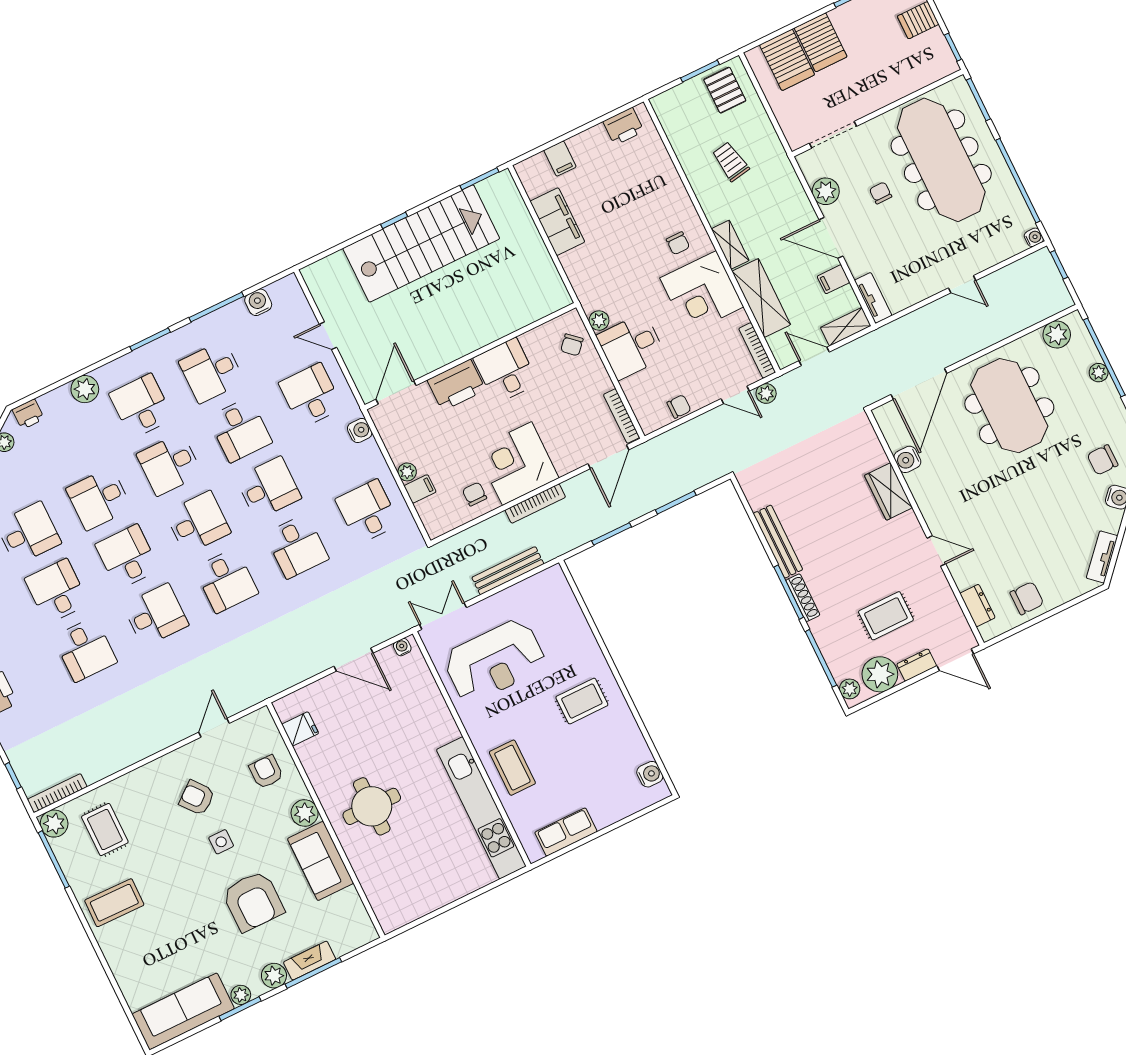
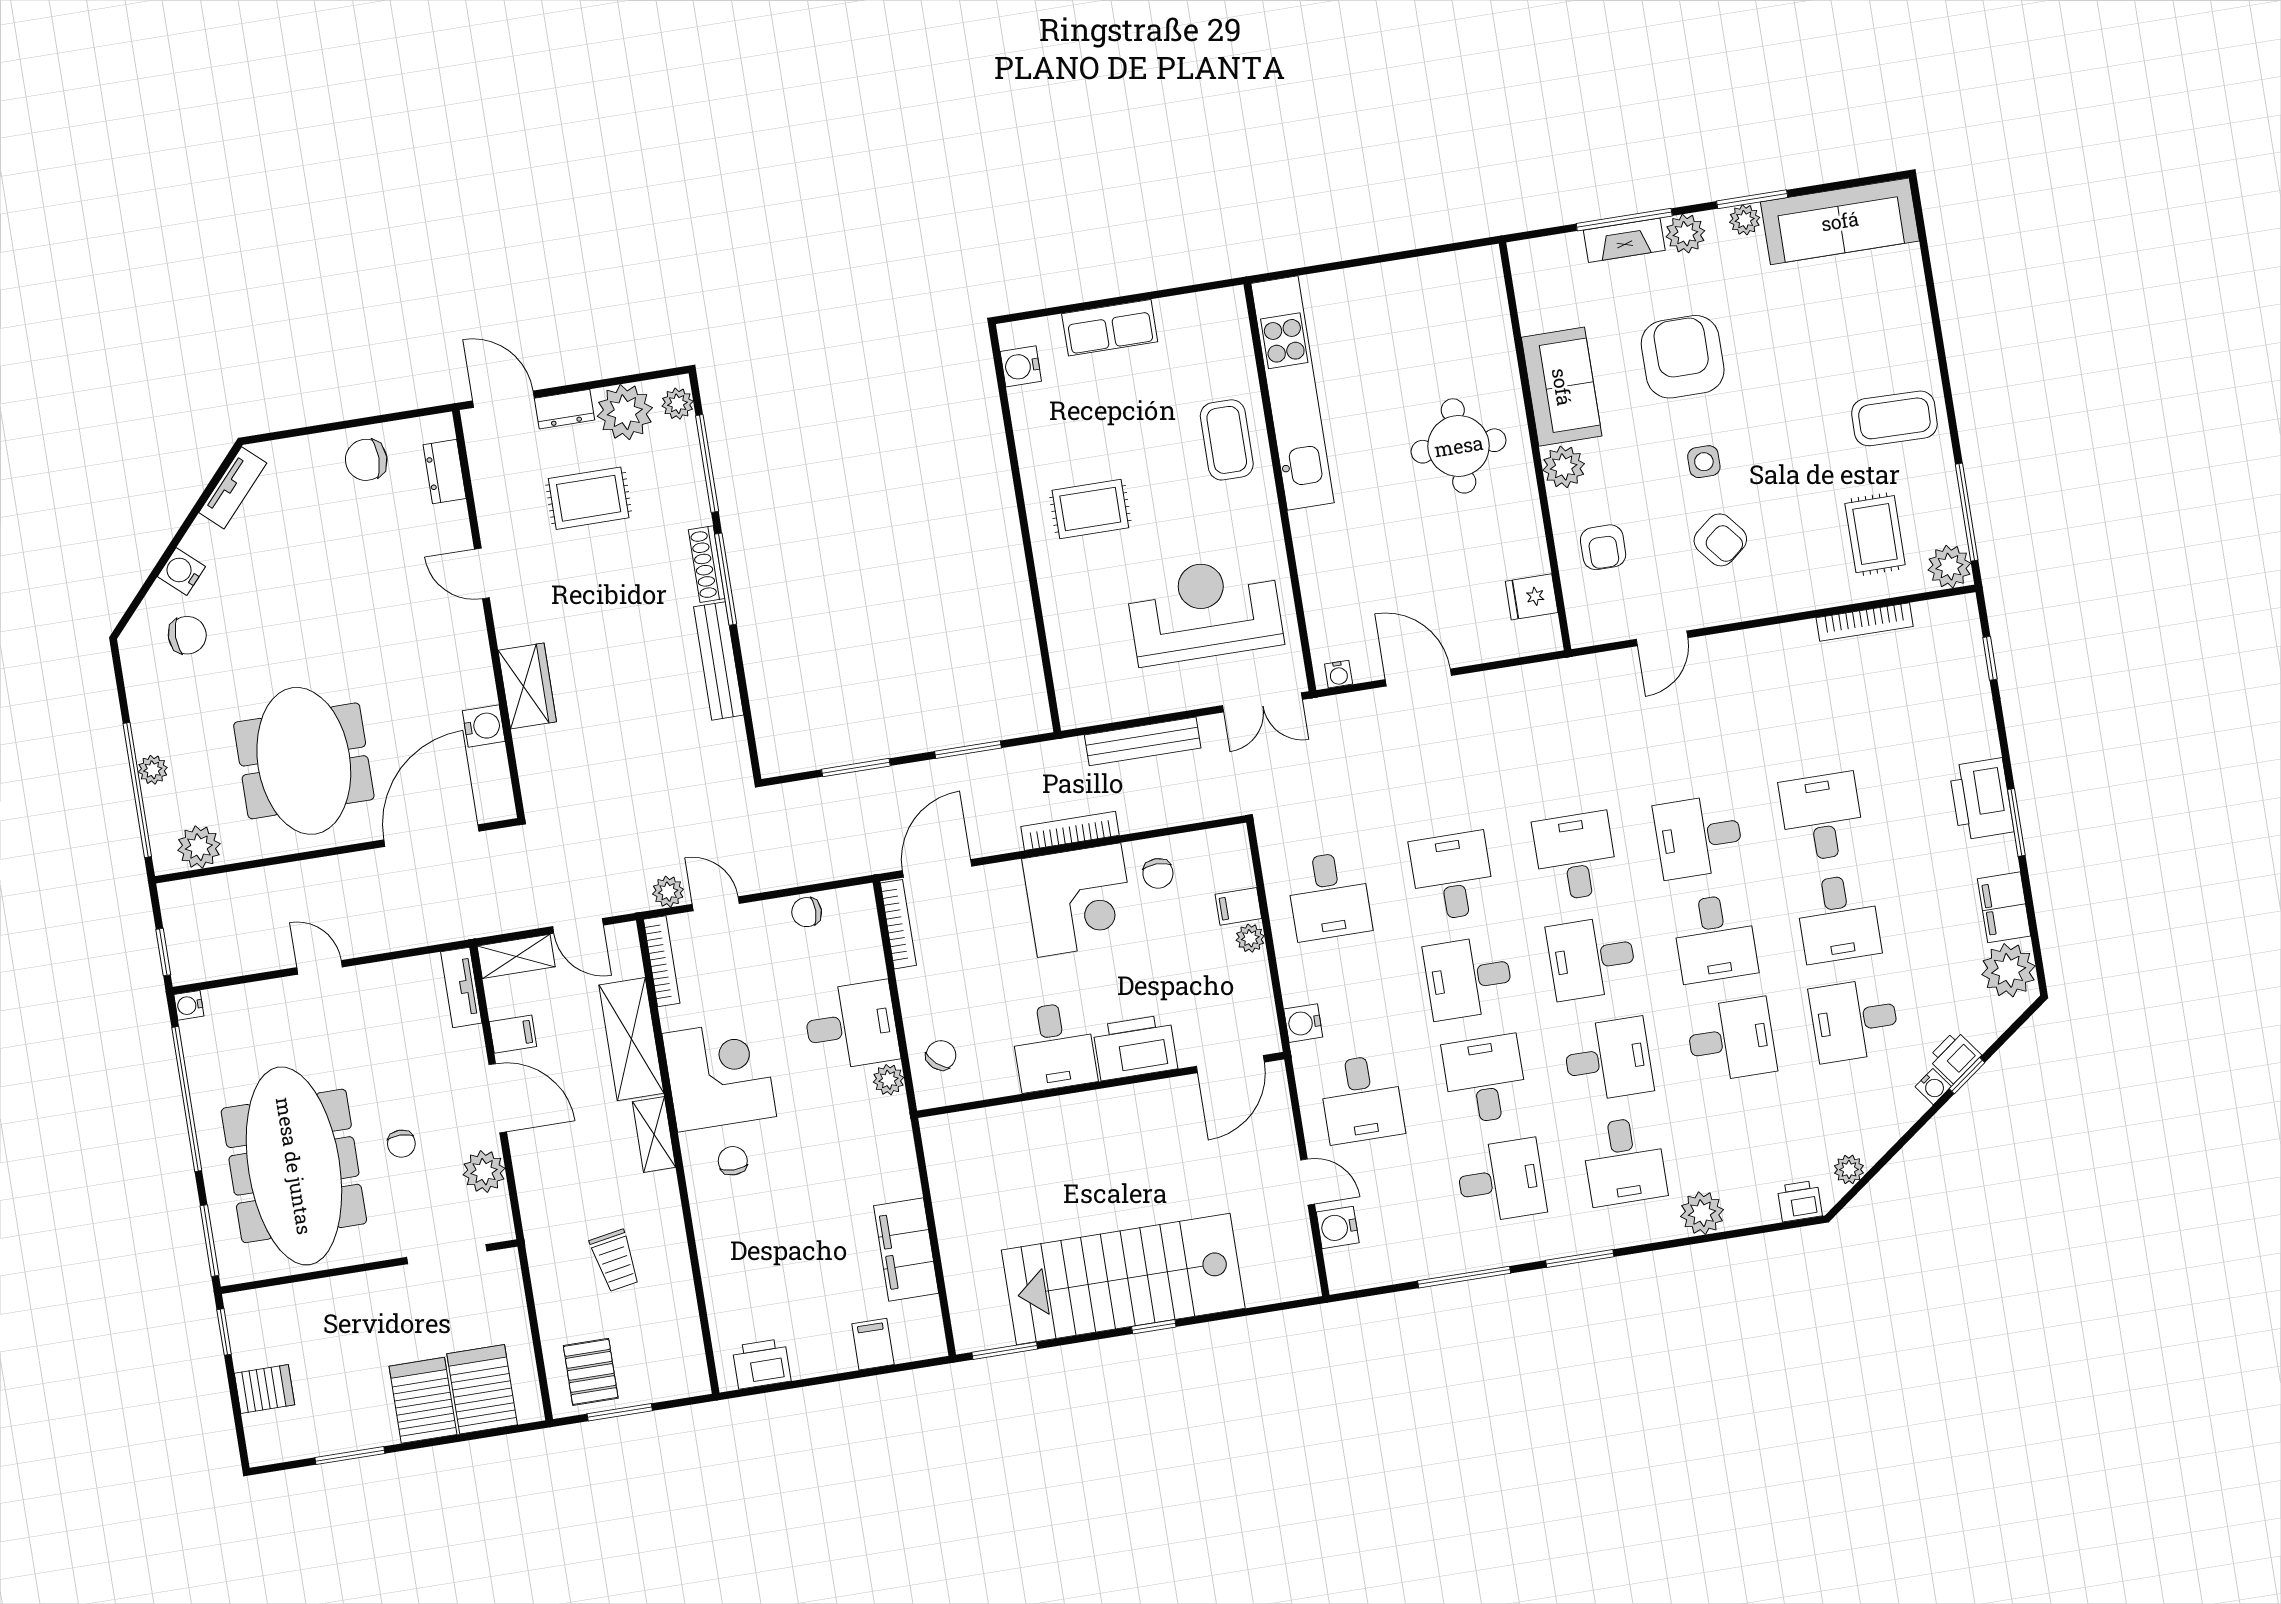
water cooler: (258, 302) -> (1338, 1227), moved, turned 90
bookcase: (57, 793) -> (1865, 622), moved
row of seats: (566, 832) -> (1110, 328), moved

